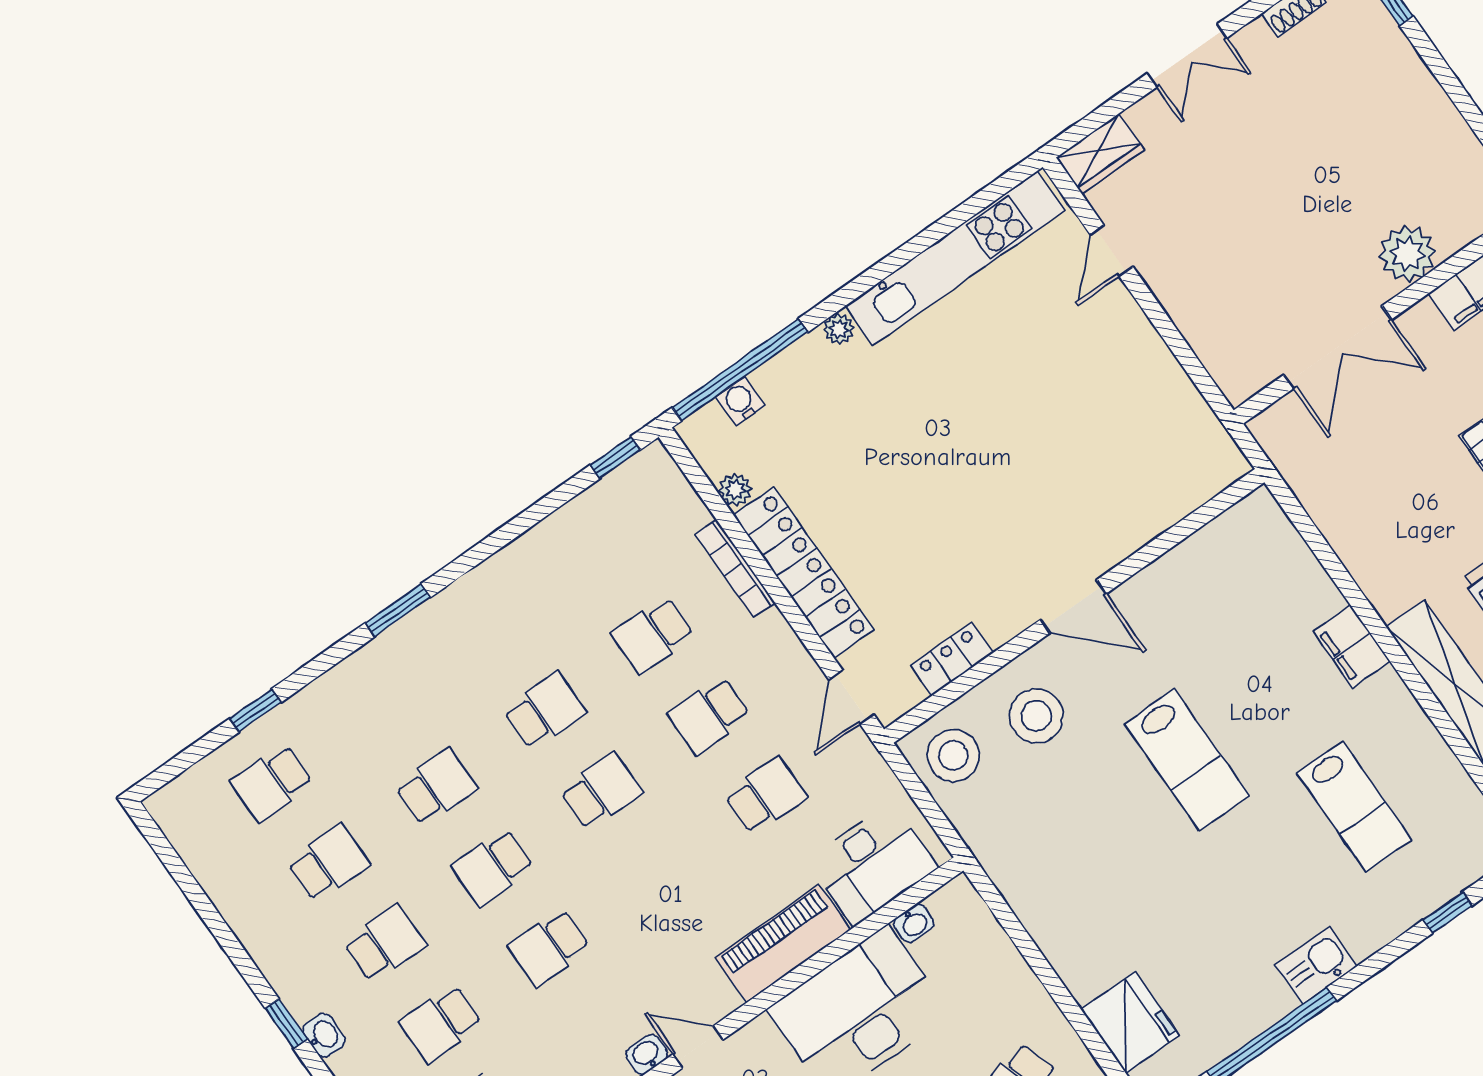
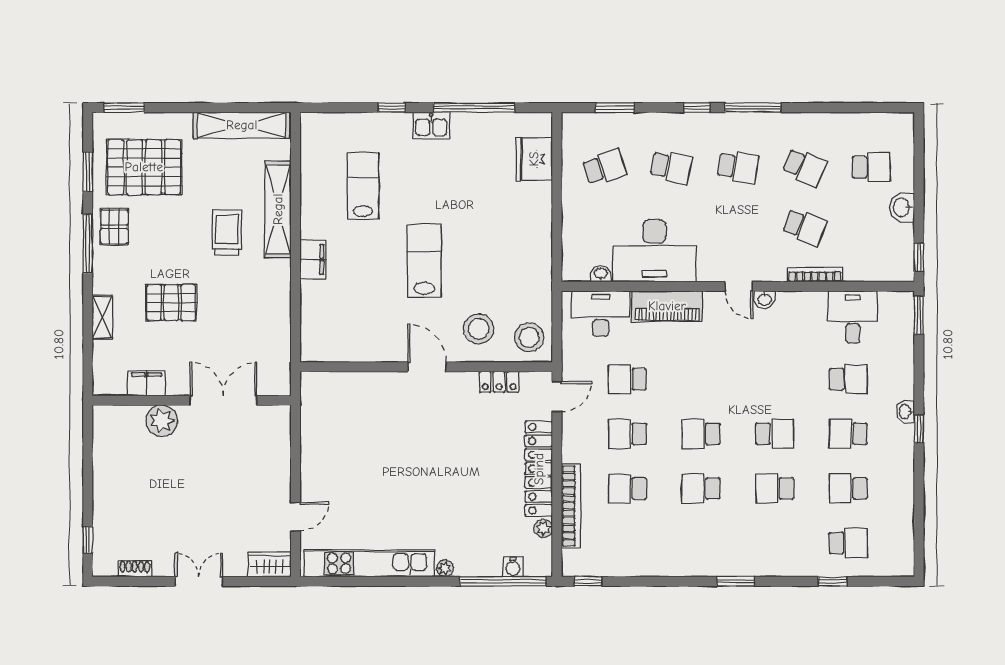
bookcase: (735, 569) -> (571, 506), width x1.48, depth x1.31
school desk: (653, 635) -> (627, 488), turned 180
school desk: (709, 715) -> (627, 434), turned 180
window: (1448, 913) -> (392, 108), moved
school desk: (549, 948) -> (775, 379), removed

